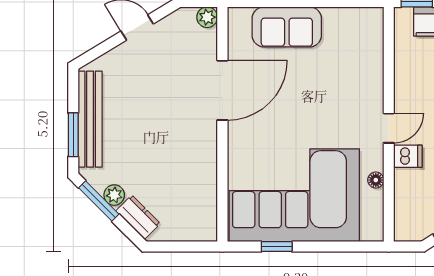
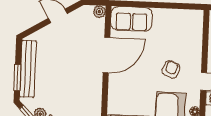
sofa: (287, 27) -> (131, 19), moved
armchair: (332, 110) -> (171, 69), added

